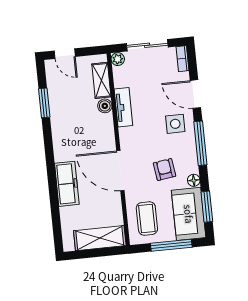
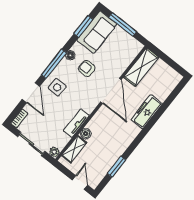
armchair: (165, 170) -> (87, 68), turned 98
floor lamp: (194, 180) -> (70, 55), moved
coffee table: (147, 219) -> (122, 51), removed
shelving: (100, 238) -> (141, 67), moved, turned 90

